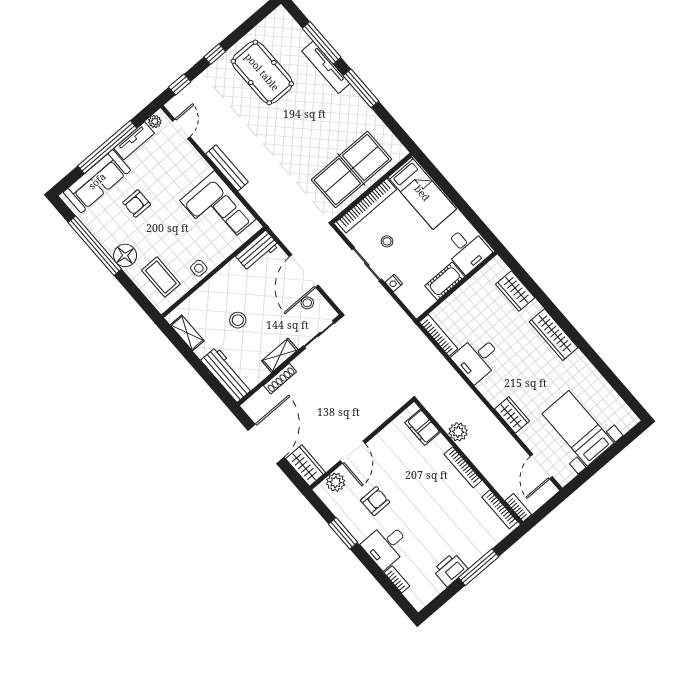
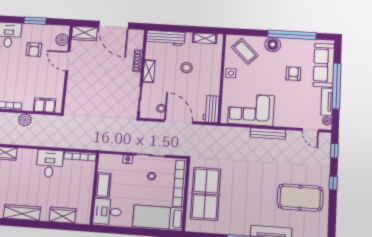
coffee table: (161, 277) -> (245, 51), turned 45

